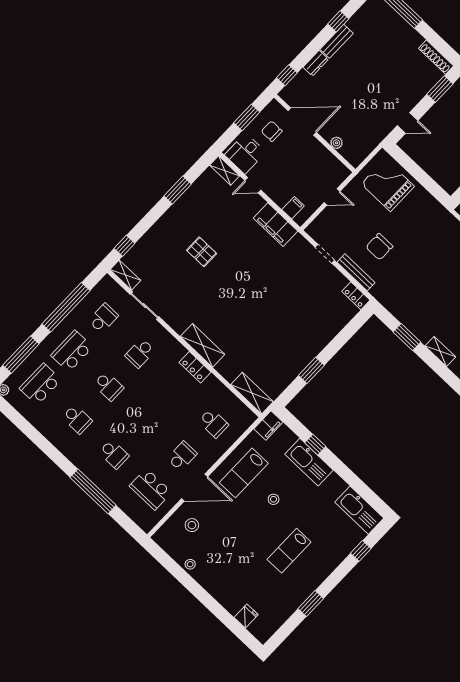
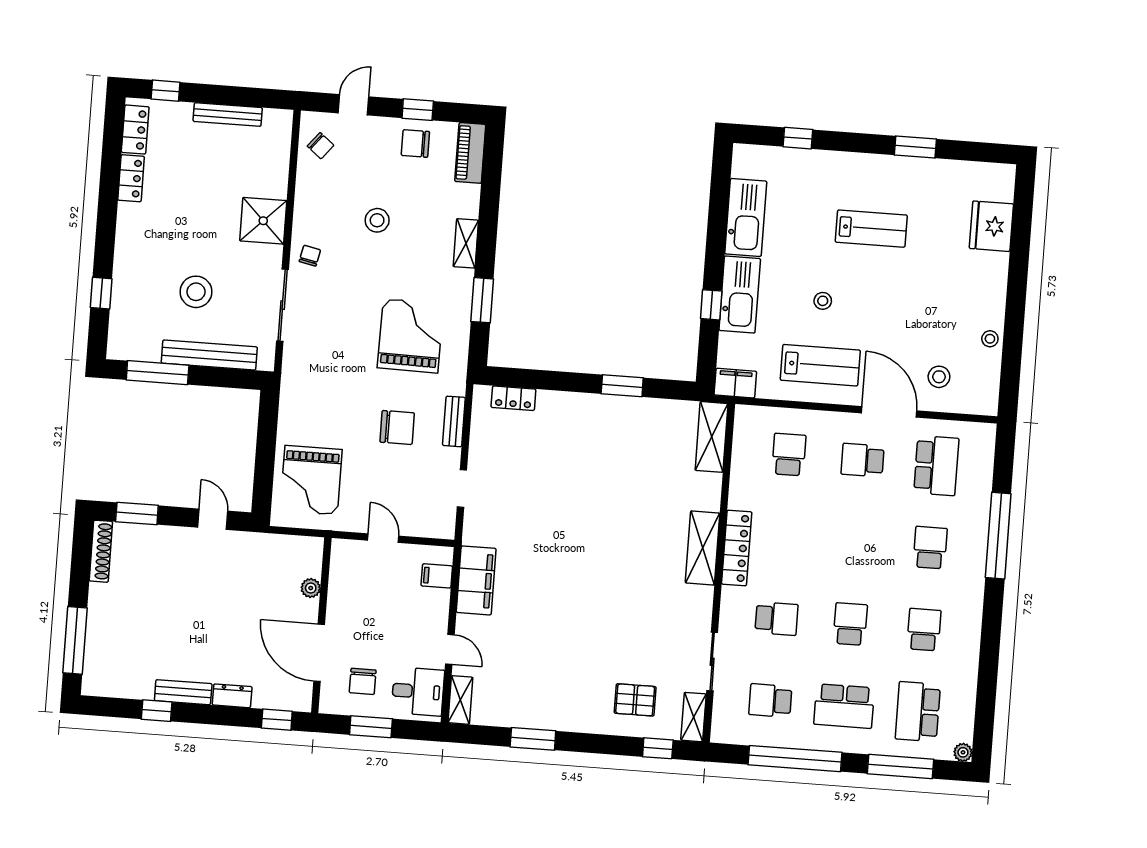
pallet: (202, 252) -> (635, 700), moved, turned 90
bench: (356, 272) -> (454, 421), width x0.73
grand piano: (418, 289) -> (411, 336), added
locker: (356, 296) -> (513, 398), moved, turned 90
locker: (195, 367) -> (737, 548), width x1.53
school desk: (40, 384) -> (918, 712), turned 90
kitchen sink: (359, 510) -> (746, 217), moved
fridge: (246, 616) -> (991, 226), width x1.88, depth x1.34

